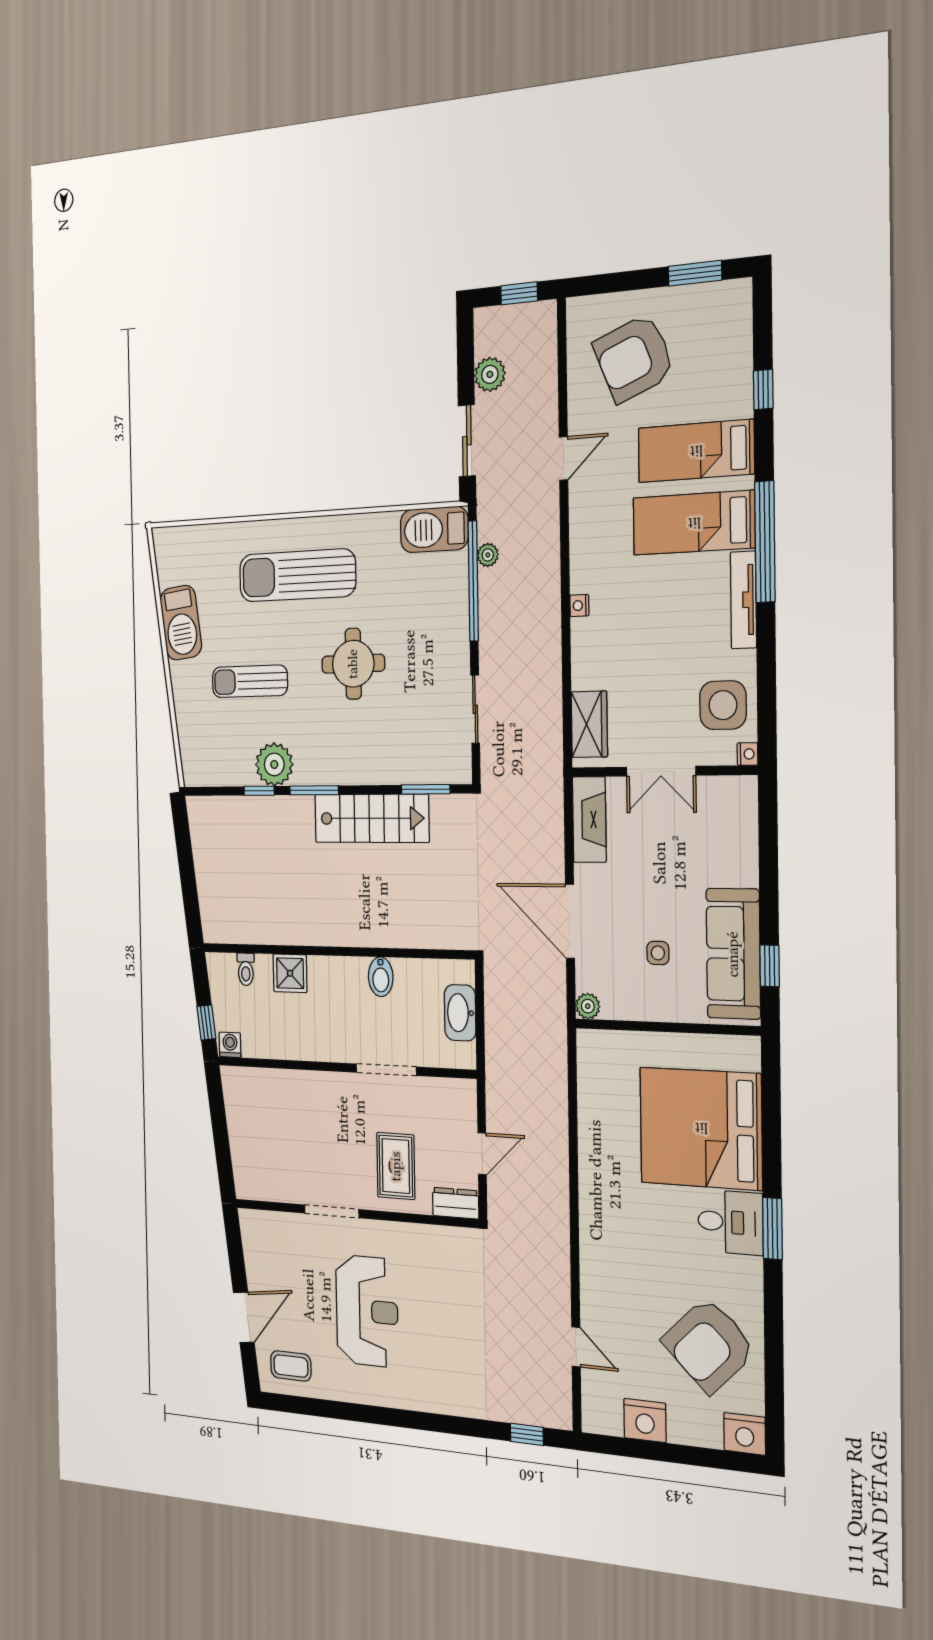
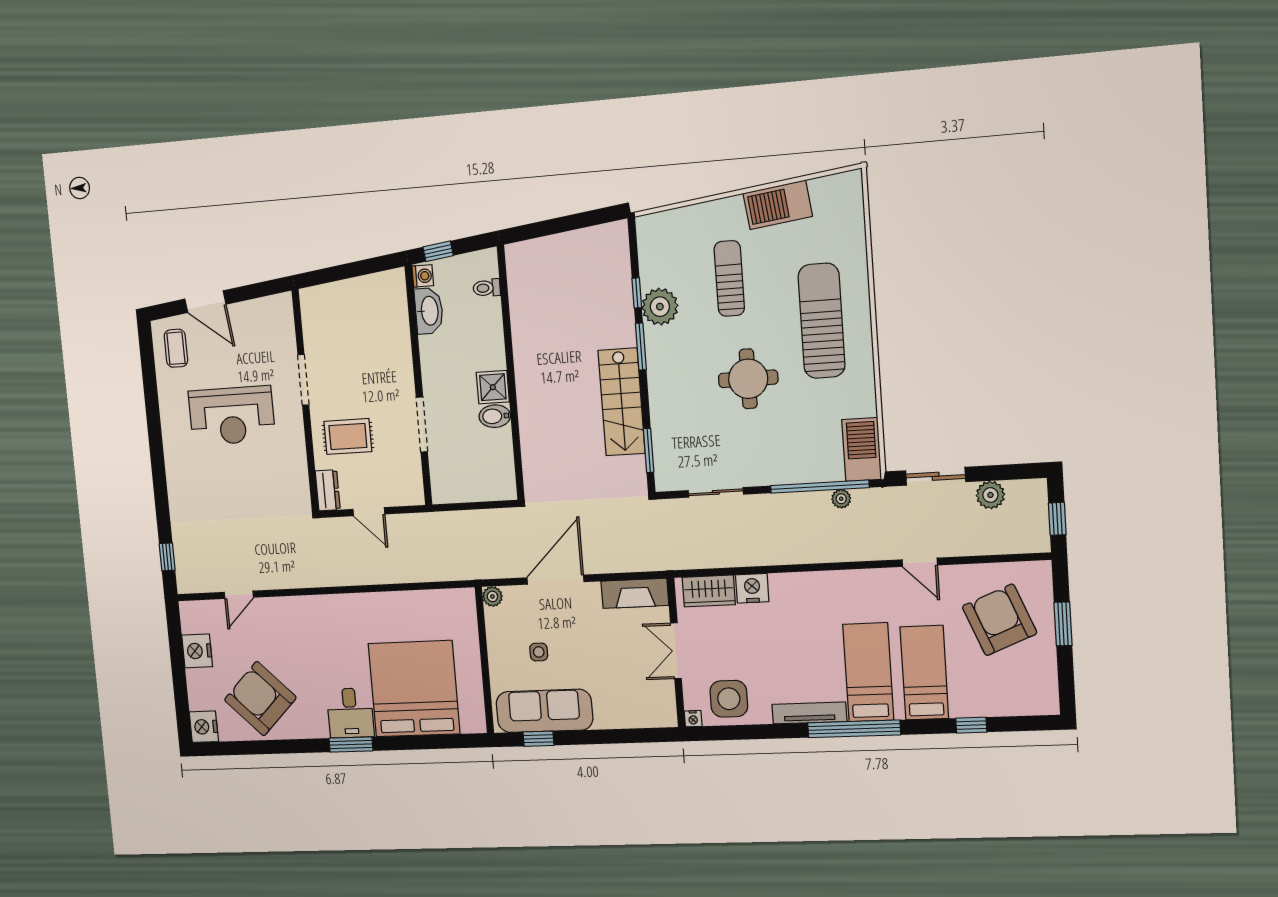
window: (695, 273) -> (1063, 624), moved
nightstand: (579, 605) -> (752, 588), moved, width x1.89, depth x1.79
shower: (290, 973) -> (493, 387), moved
washbasin: (460, 1013) -> (429, 311), moved, turned 90

